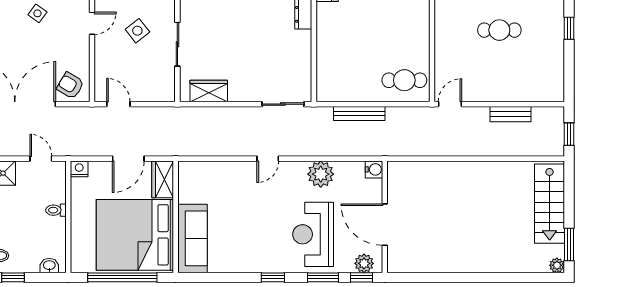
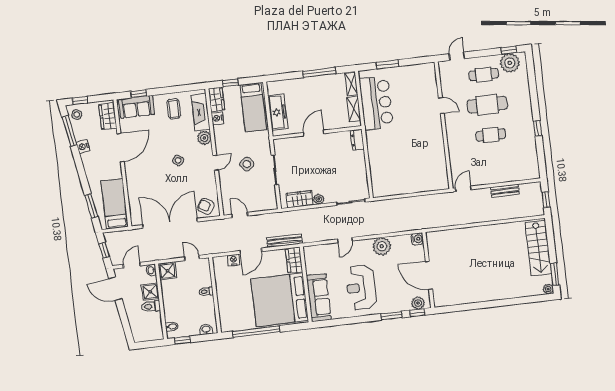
cafe table: (404, 80) -> (431, 176), removed
plant: (236, 94) -> (319, 199), added
bench: (359, 113) -> (284, 241), moved
nightstand: (79, 169) -> (234, 260), moved
wardrobe: (163, 179) -> (294, 260), moved
wall: (176, 217) -> (306, 284), moved
reception desk: (313, 234) -> (361, 288), moved
bed: (135, 235) -> (280, 300), moved
sofa: (192, 238) -> (319, 298), moved
window: (273, 277) -> (358, 320), removed

